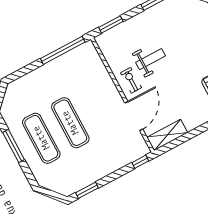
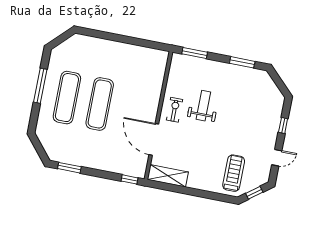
window: (63, 50) -> (140, 42), removed
weight bench: (151, 59) -> (203, 106), turned -90
door: (134, 116) -> (154, 139), swing flipped

